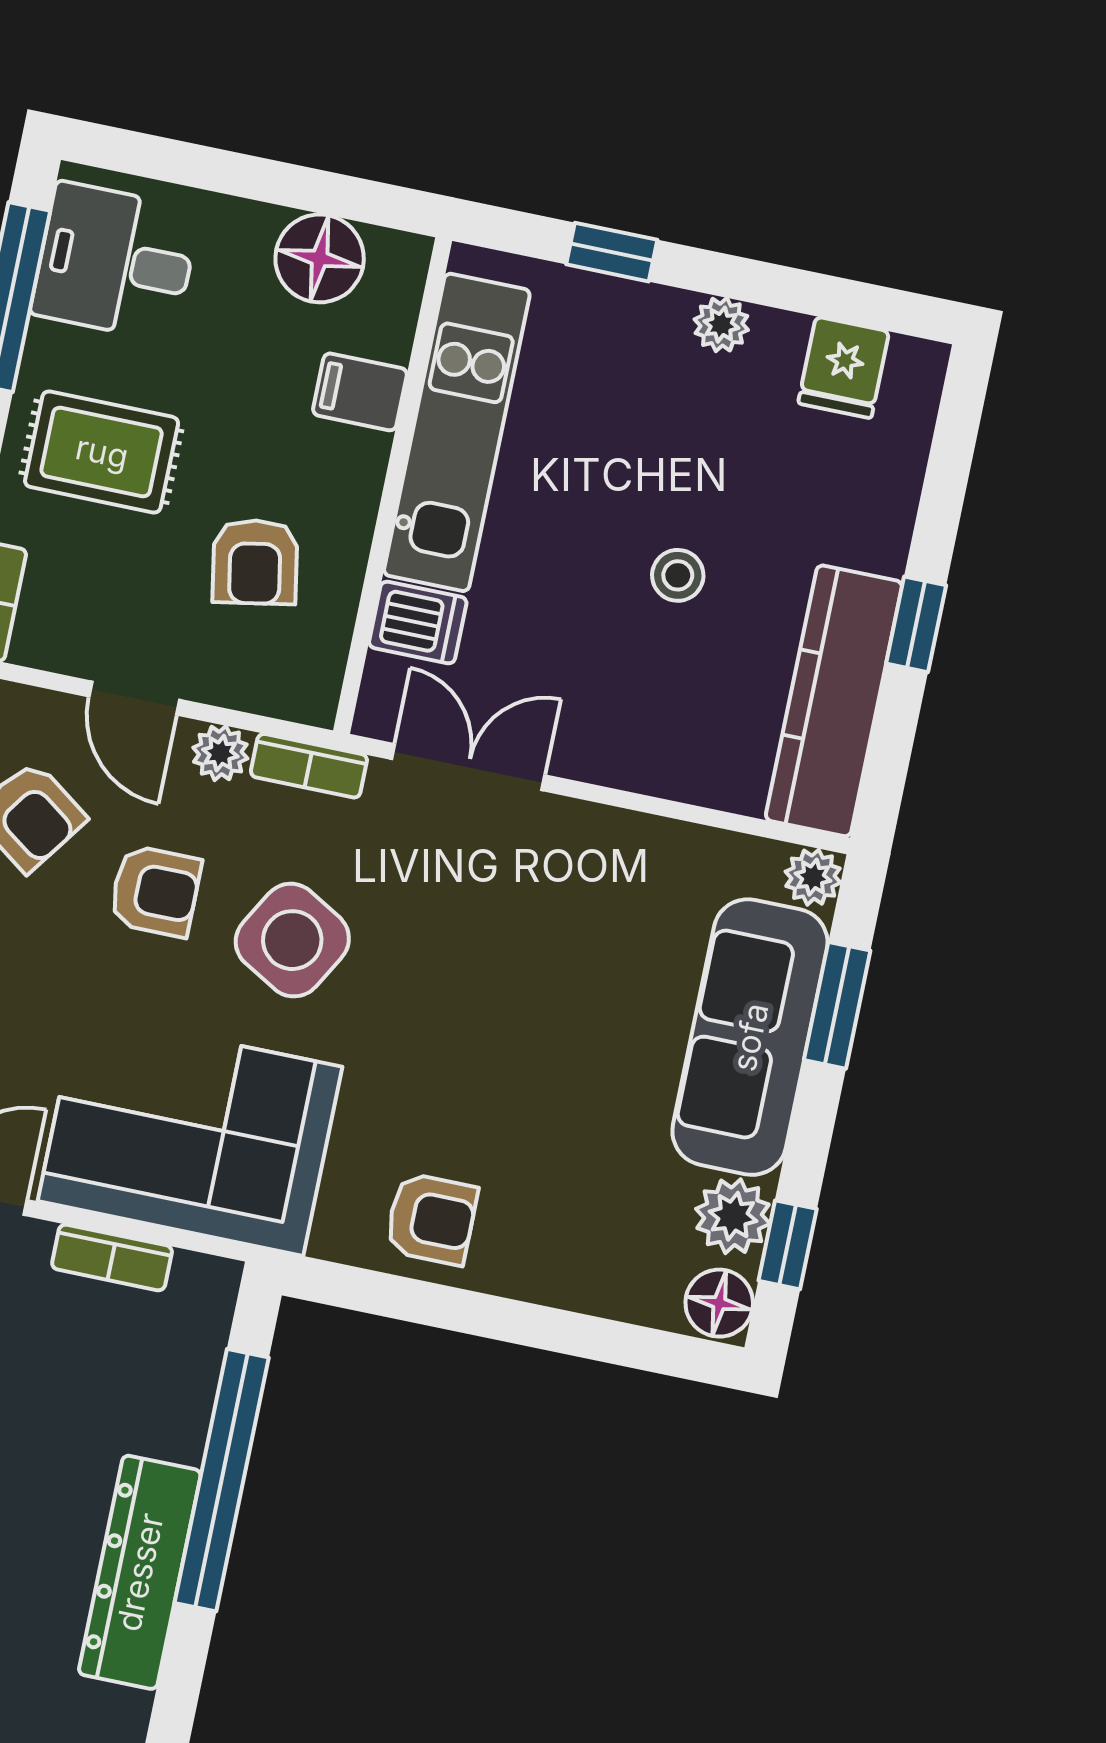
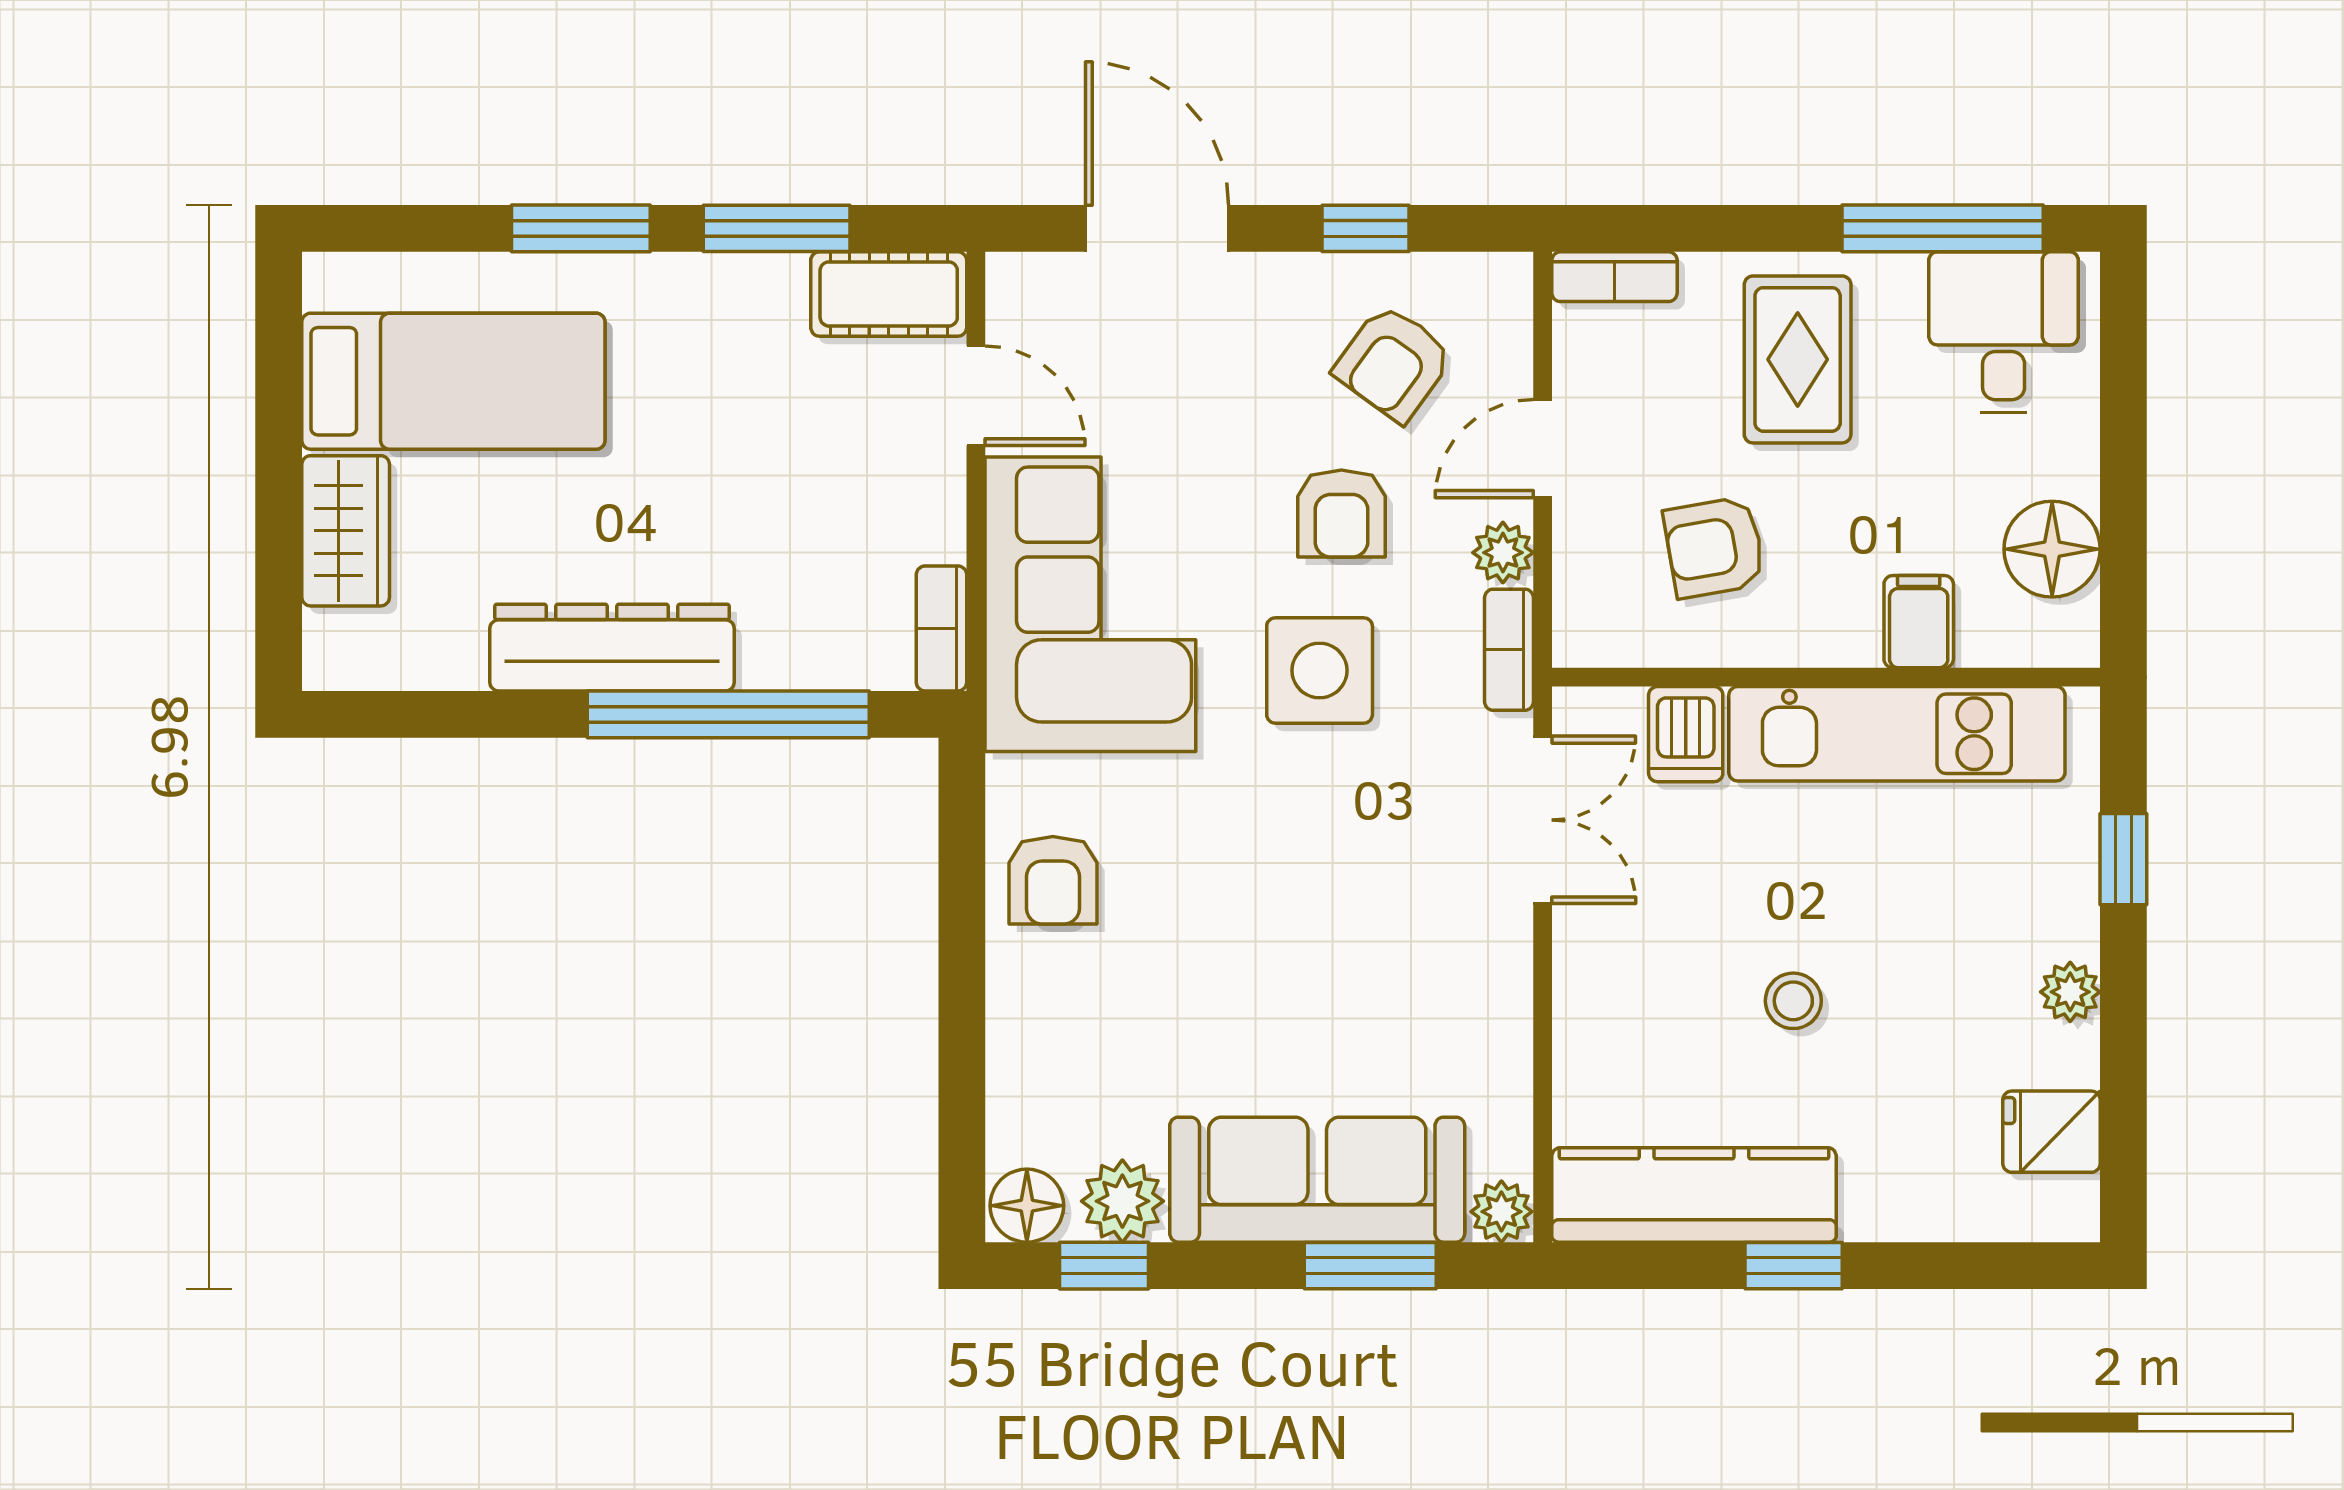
side table: (292, 940) -> (1320, 670), turned -30
bookcase: (112, 1257) -> (941, 628), moved

